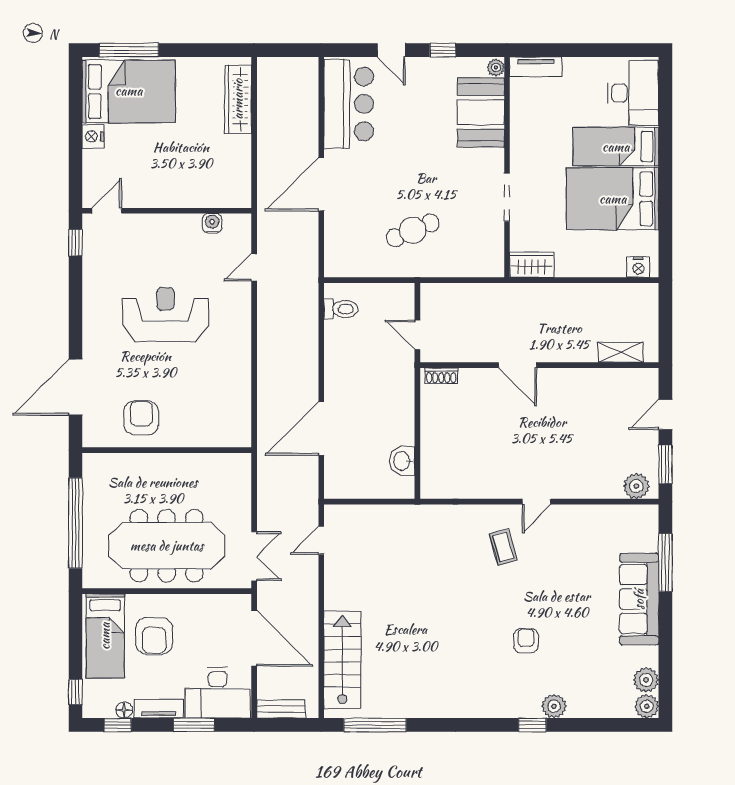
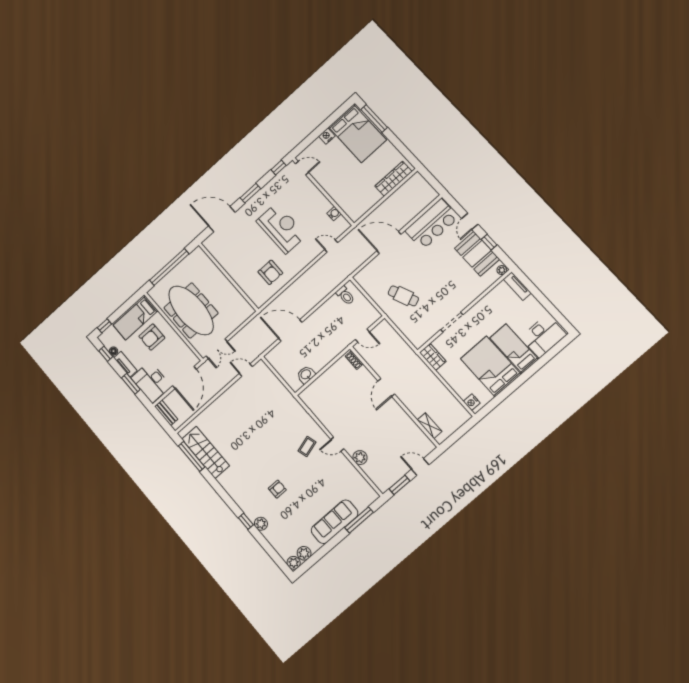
booth: (481, 112) -> (477, 254), moved, turned 90
window: (76, 314) -> (250, 193), added
door: (417, 335) -> (362, 336), swing flipped
armchair: (141, 418) -> (270, 272), moved, turned 90
plant: (636, 486) -> (360, 458), moved
stairs: (342, 660) -> (205, 452), moved, turned -90

